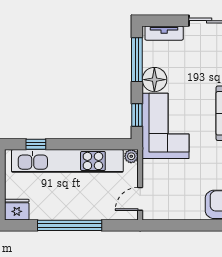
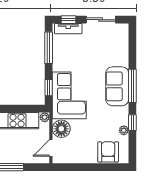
window: (164, 21) -> (69, 20), added
floor lamp: (154, 80) -> (61, 129), moved

